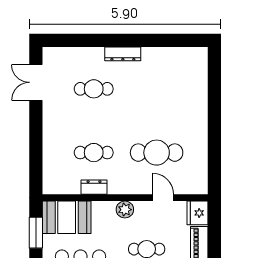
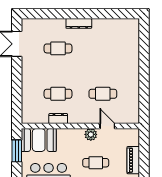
cafe table: (157, 153) -> (103, 94), width x0.73, depth x0.74
plant: (125, 210) -> (91, 134), moved
fridge: (197, 213) -> (132, 137), removed

